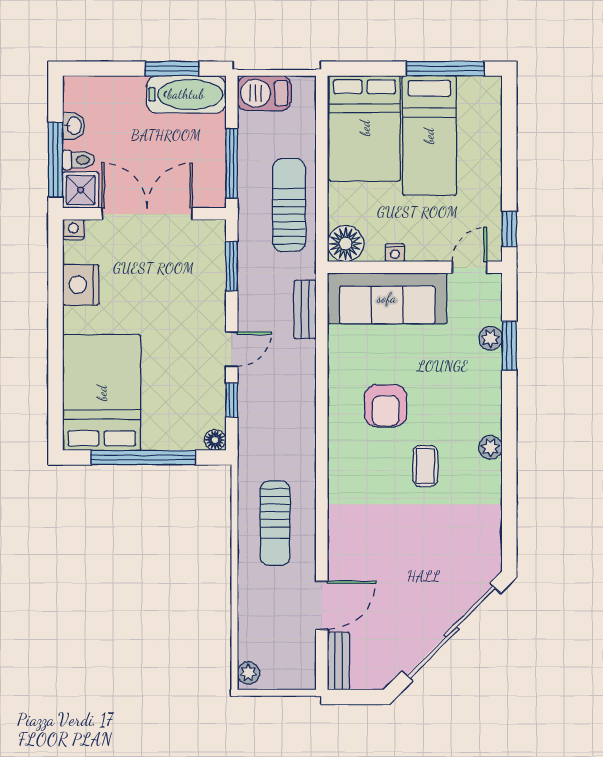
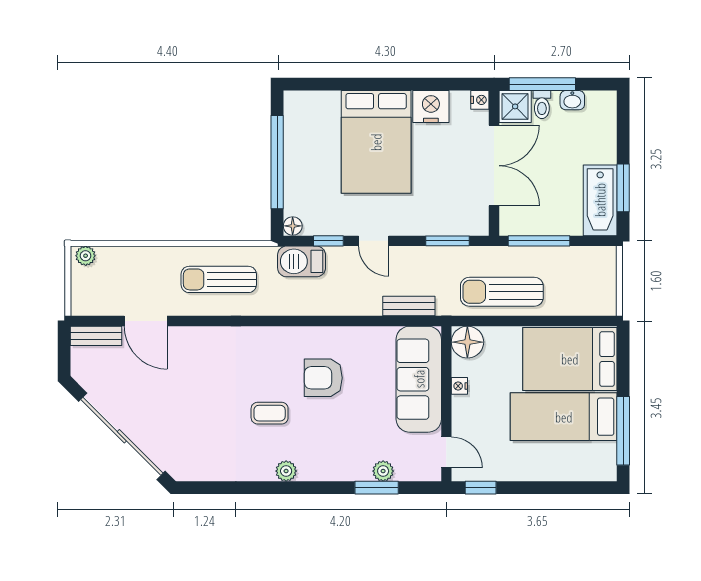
barbecue: (264, 93) -> (302, 261), moved, turned -90
sun lounger: (289, 205) -> (502, 292), turned 180
bed: (102, 393) -> (376, 142), moved, turned 90

